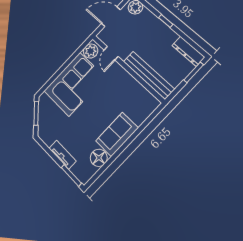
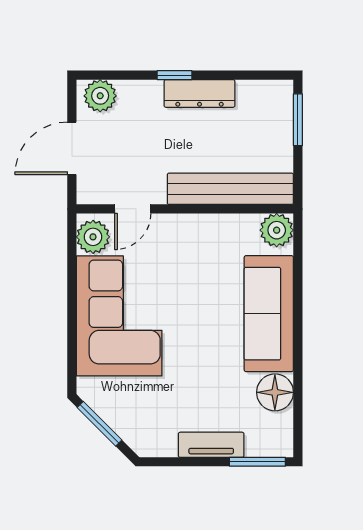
dresser: (188, 51) -> (200, 93), moved
door: (111, 53) -> (133, 209), hinge flipped
plant: (151, 103) -> (277, 230), added
sofa: (117, 134) -> (269, 314), width x1.36

